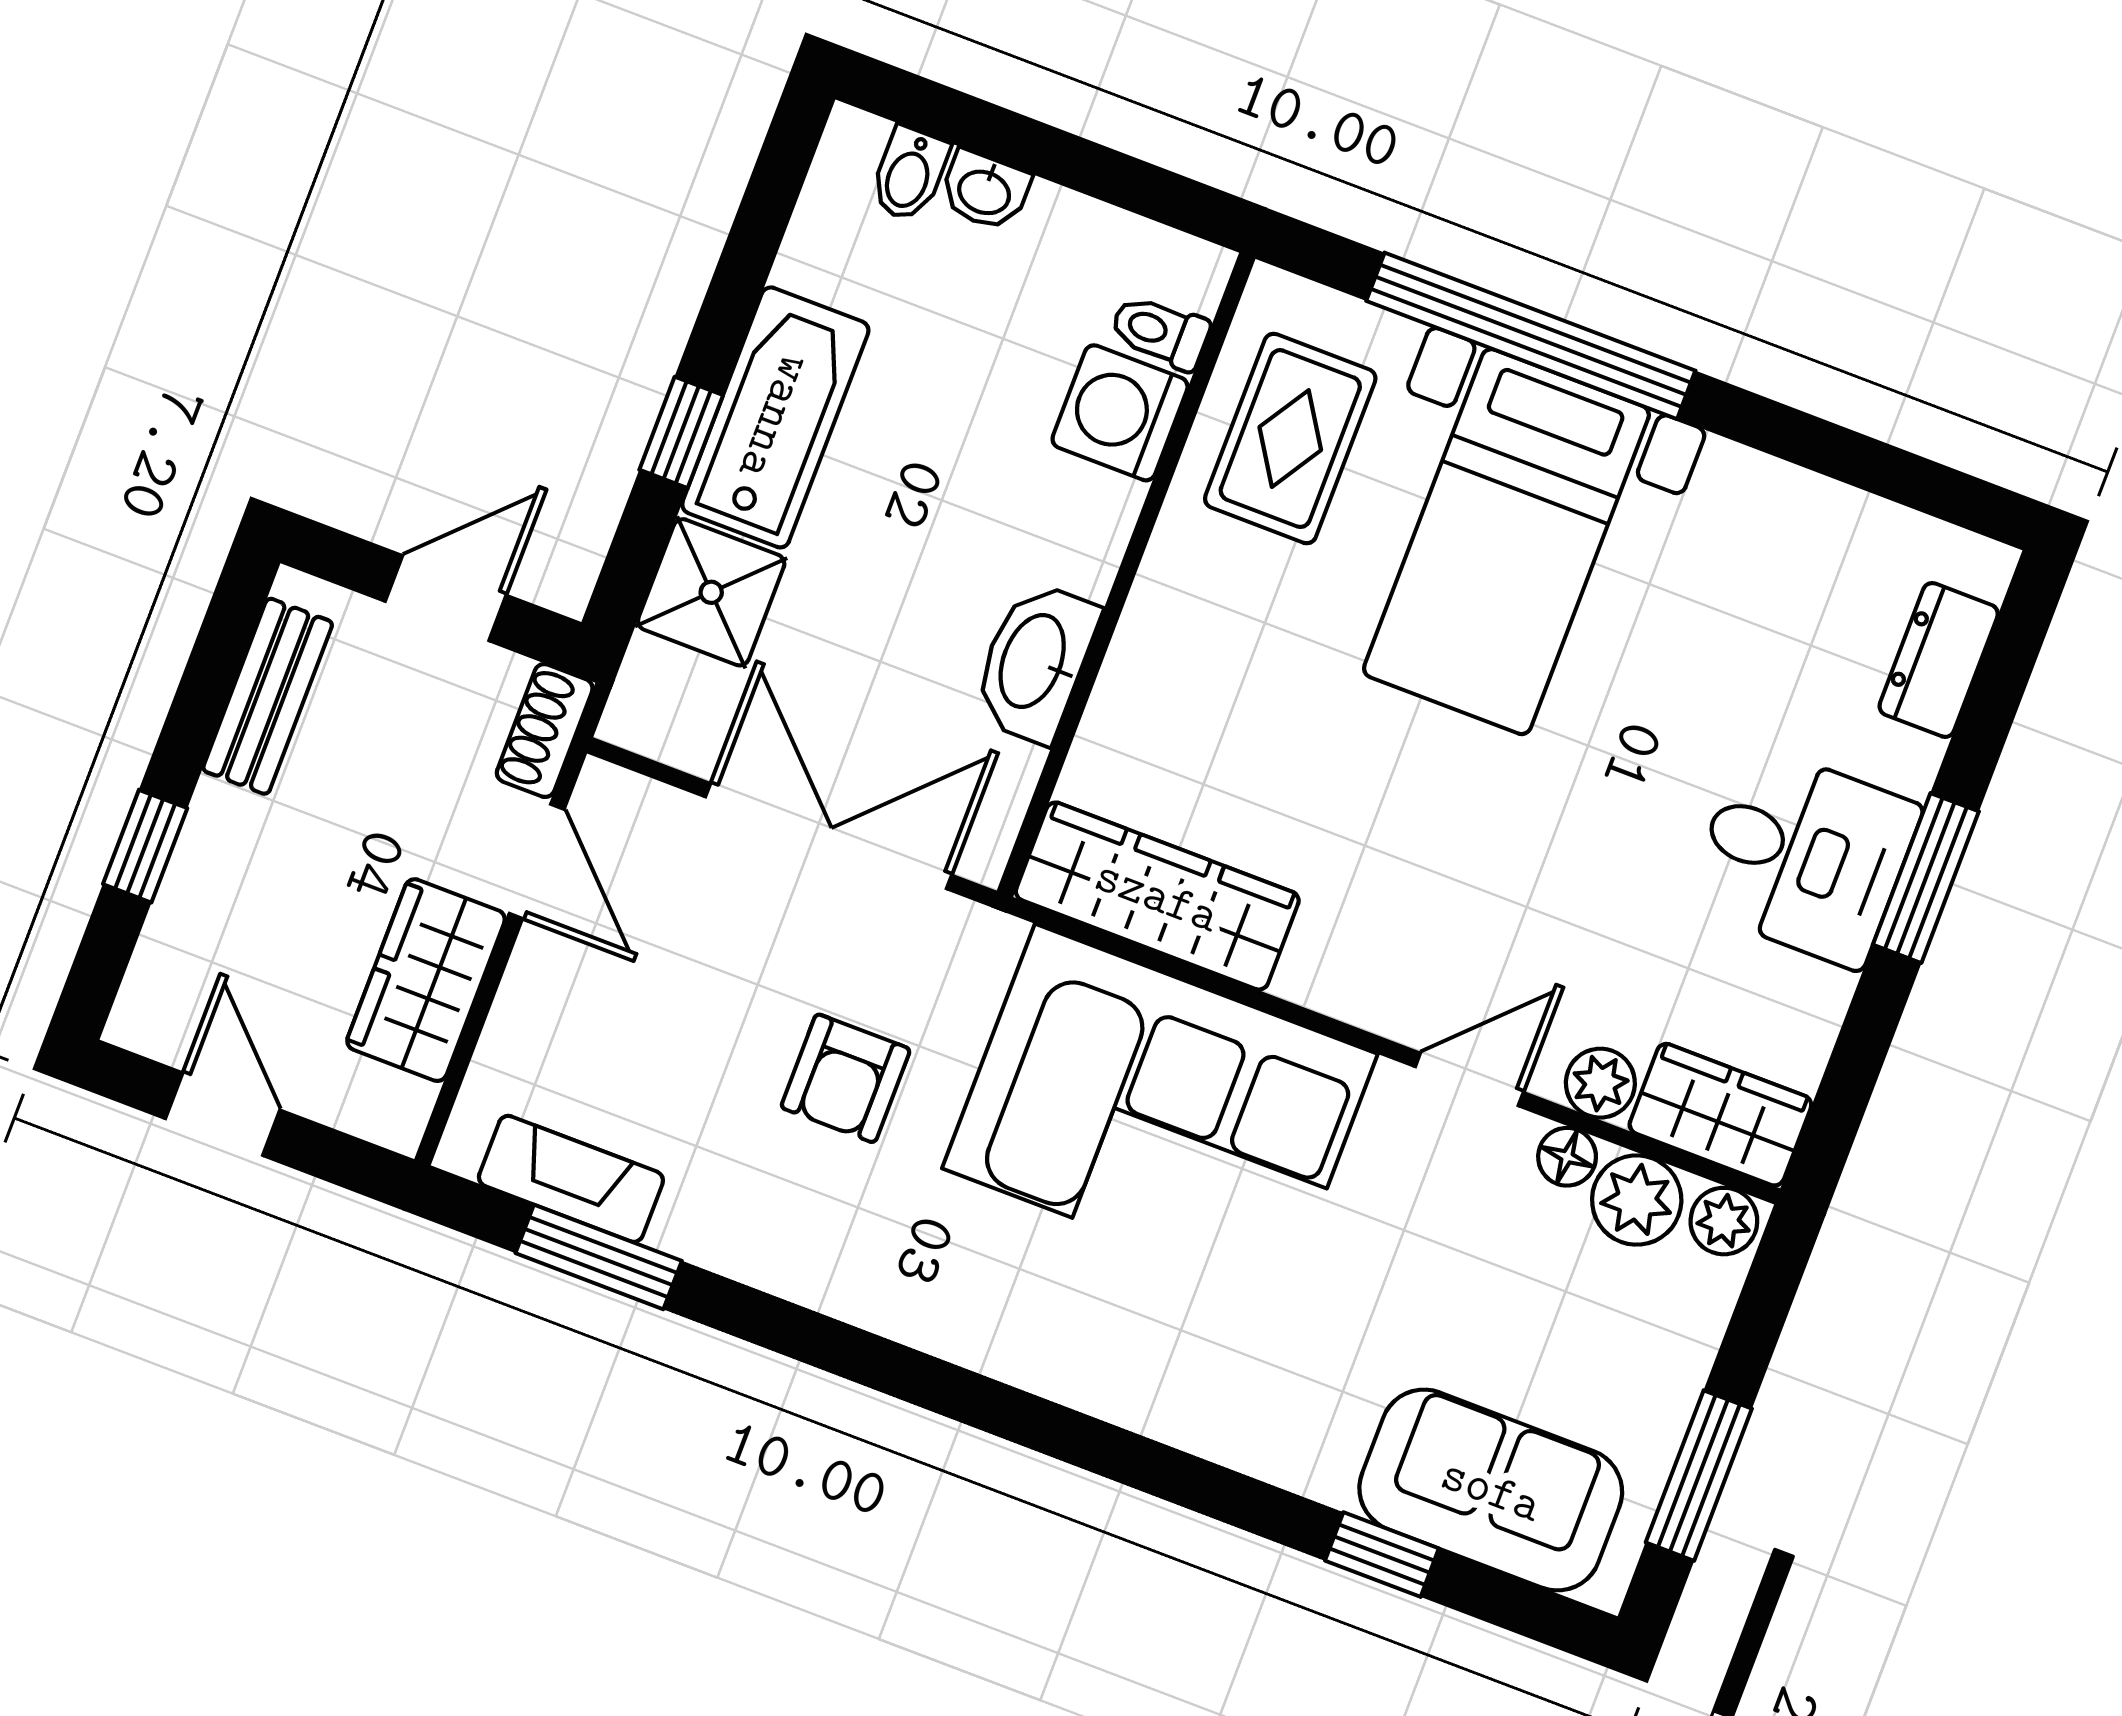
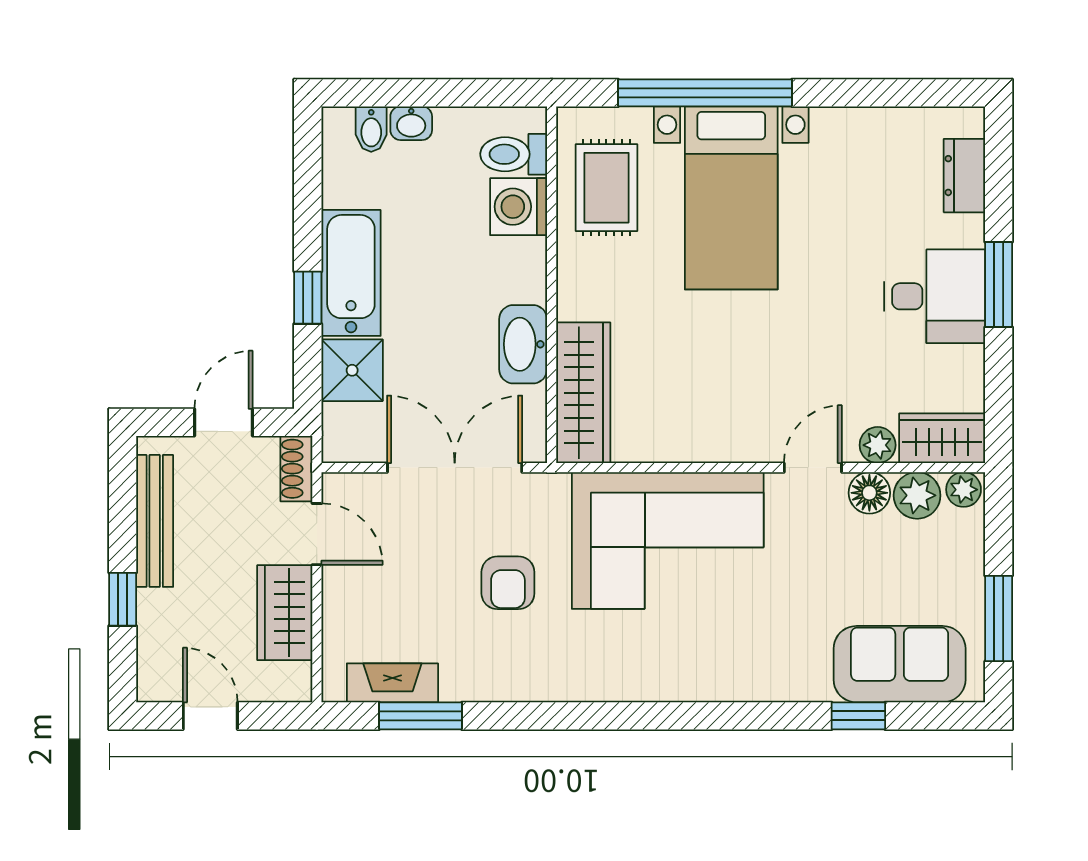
toilet: (1160, 332) -> (514, 154), width x1.37, depth x1.39
bench: (268, 696) -> (155, 521), width x1.36
wardrobe: (1157, 896) -> (583, 393), moved, turned 90
floor lamp: (1567, 1157) -> (869, 493), width x1.37, depth x1.37

